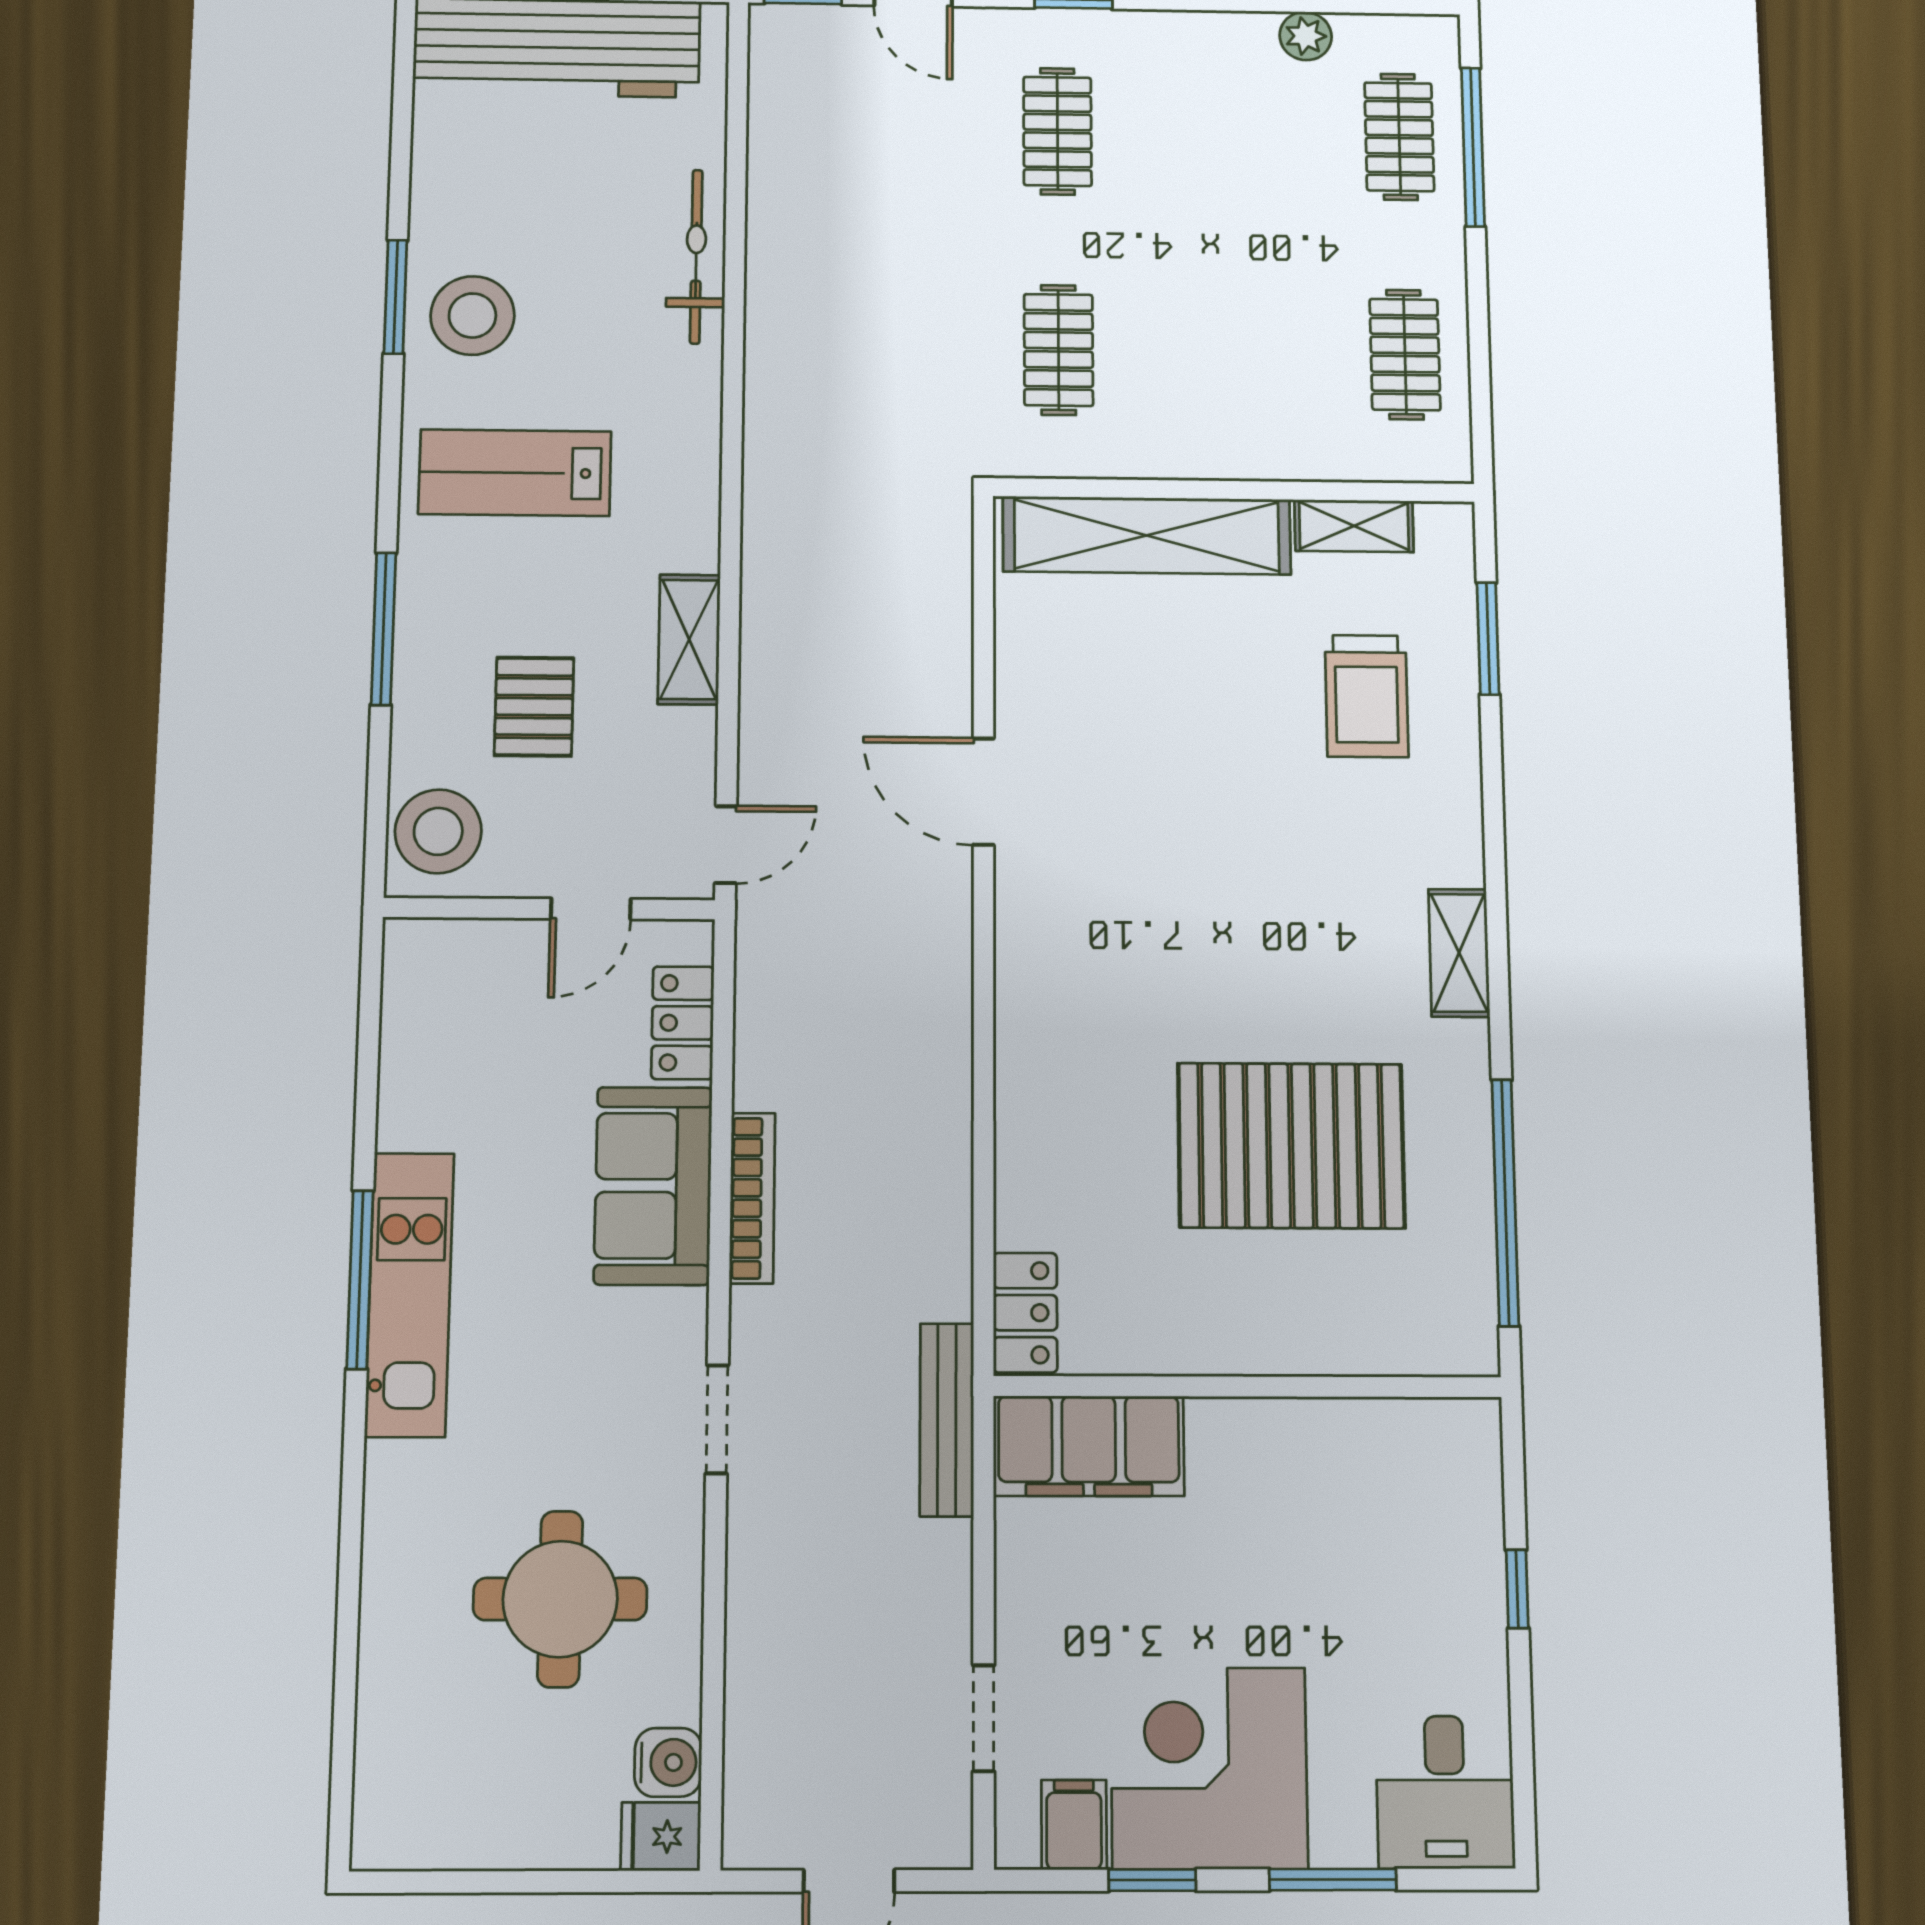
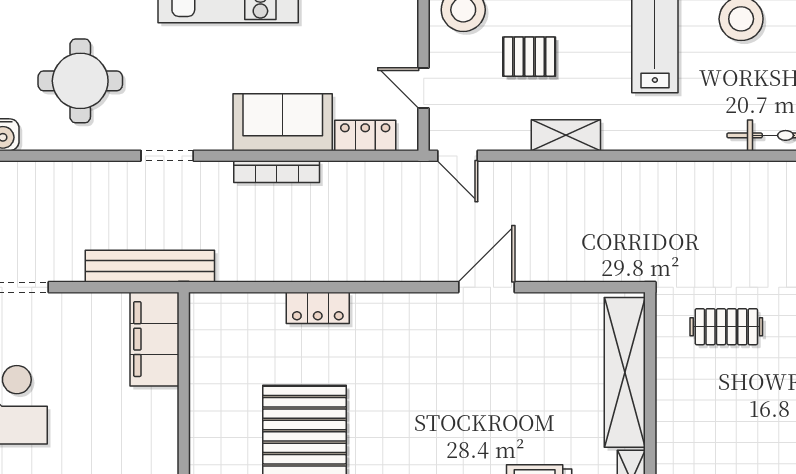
locker: (1025, 1313) -> (318, 308), moved
bench: (947, 1420) -> (150, 266), width x1.37, depth x1.21

